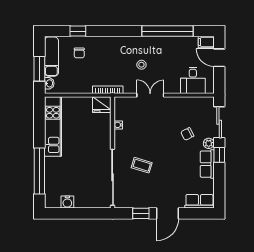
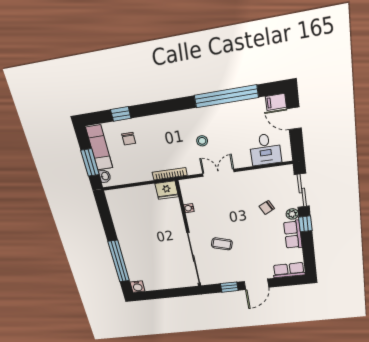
kitchen unit: (53, 126) -> (121, 219), removed
water cooler: (67, 202) -> (137, 287), moved

